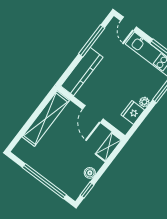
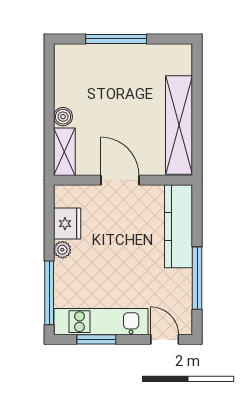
boiler: (90, 173) -> (63, 117), moved
window: (44, 181) -> (116, 39), width x0.68
window: (87, 190) -> (49, 71), removed

